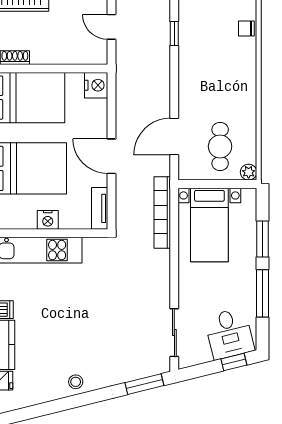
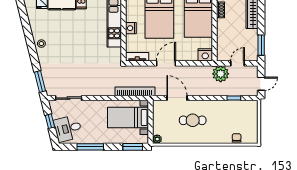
plant: (130, 57) -> (221, 74), added
cafe table: (220, 146) -> (193, 120), moved
window: (263, 239) -> (133, 147), moved
window: (234, 362) -> (50, 121), moved

